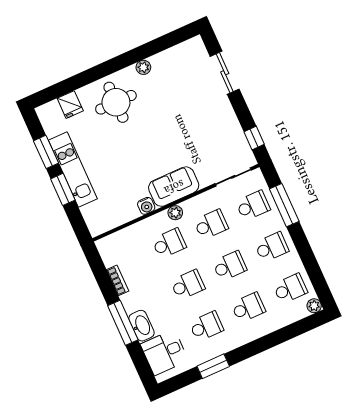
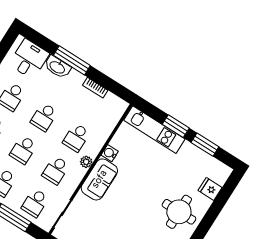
kitchen unit: (73, 170) -> (154, 130), moved

